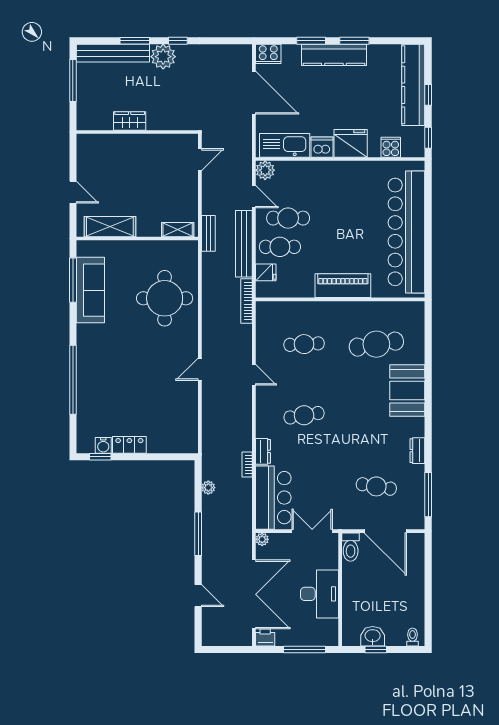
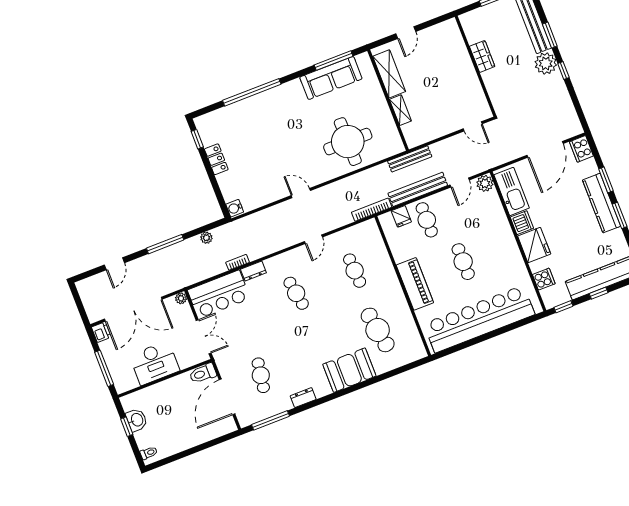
cafe table: (288, 218) -> (463, 262), moved
shelving: (178, 230) -> (400, 110), moved
bench: (208, 233) -> (410, 159), width x1.36
water cooler: (103, 445) -> (235, 208), moved

